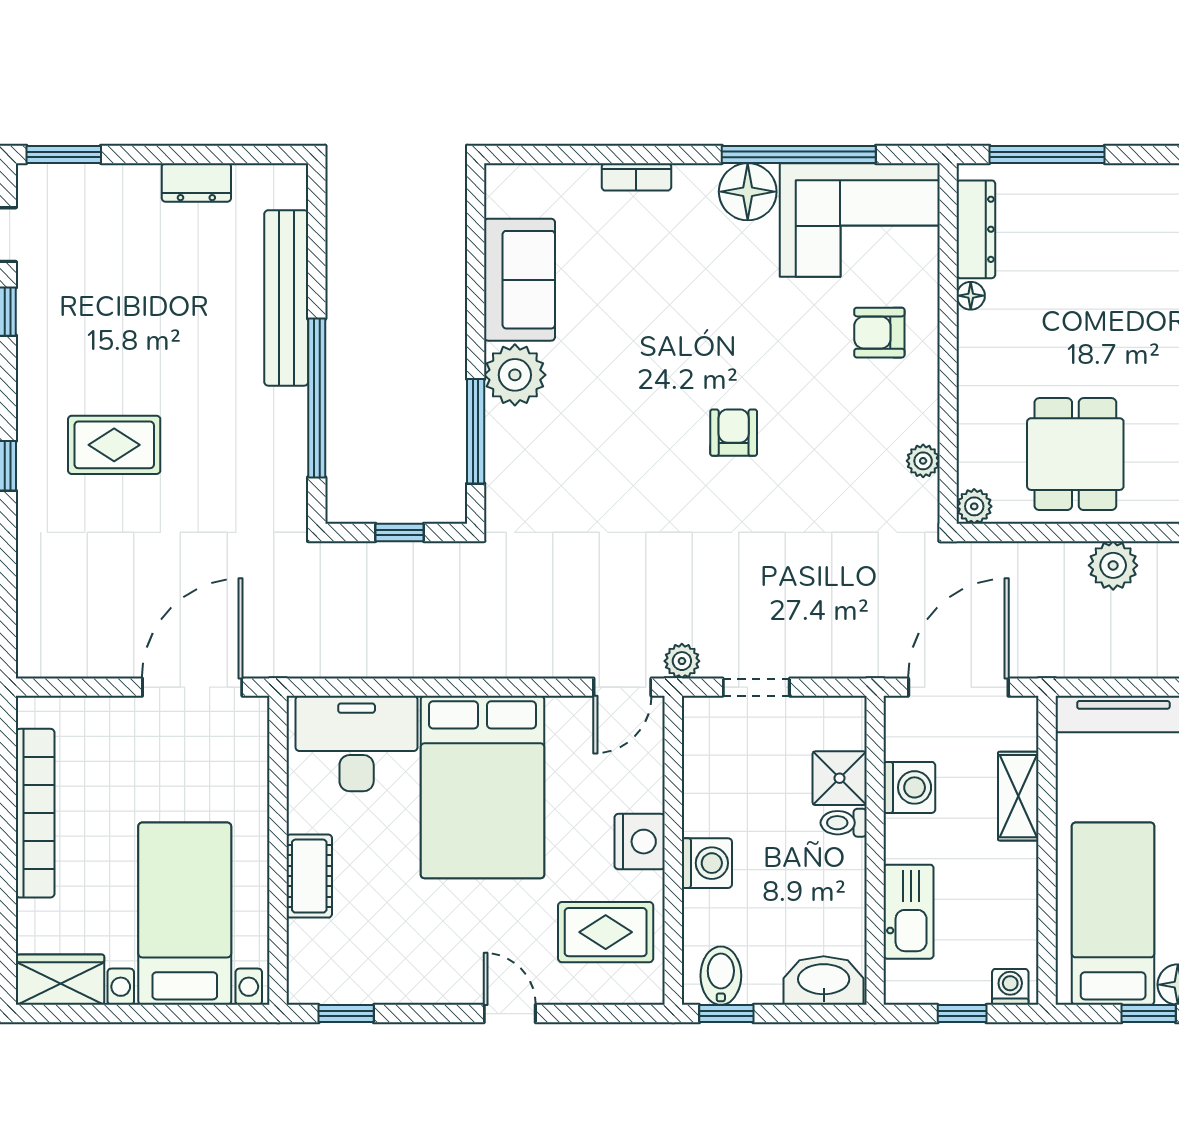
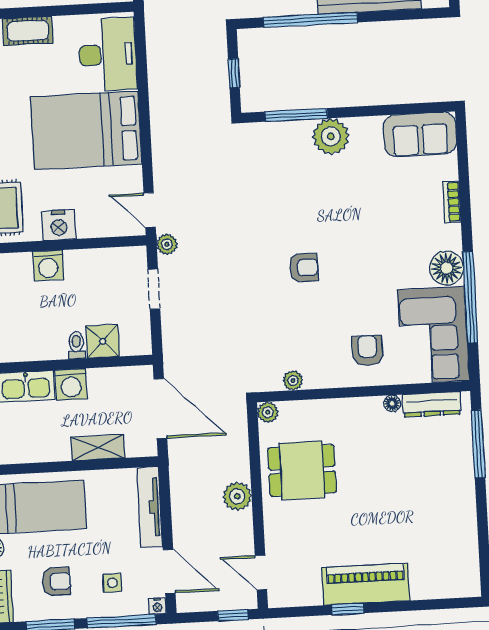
sofa: (520, 280) -> (420, 134), moved
washing machine: (909, 787) -> (71, 384), moved

